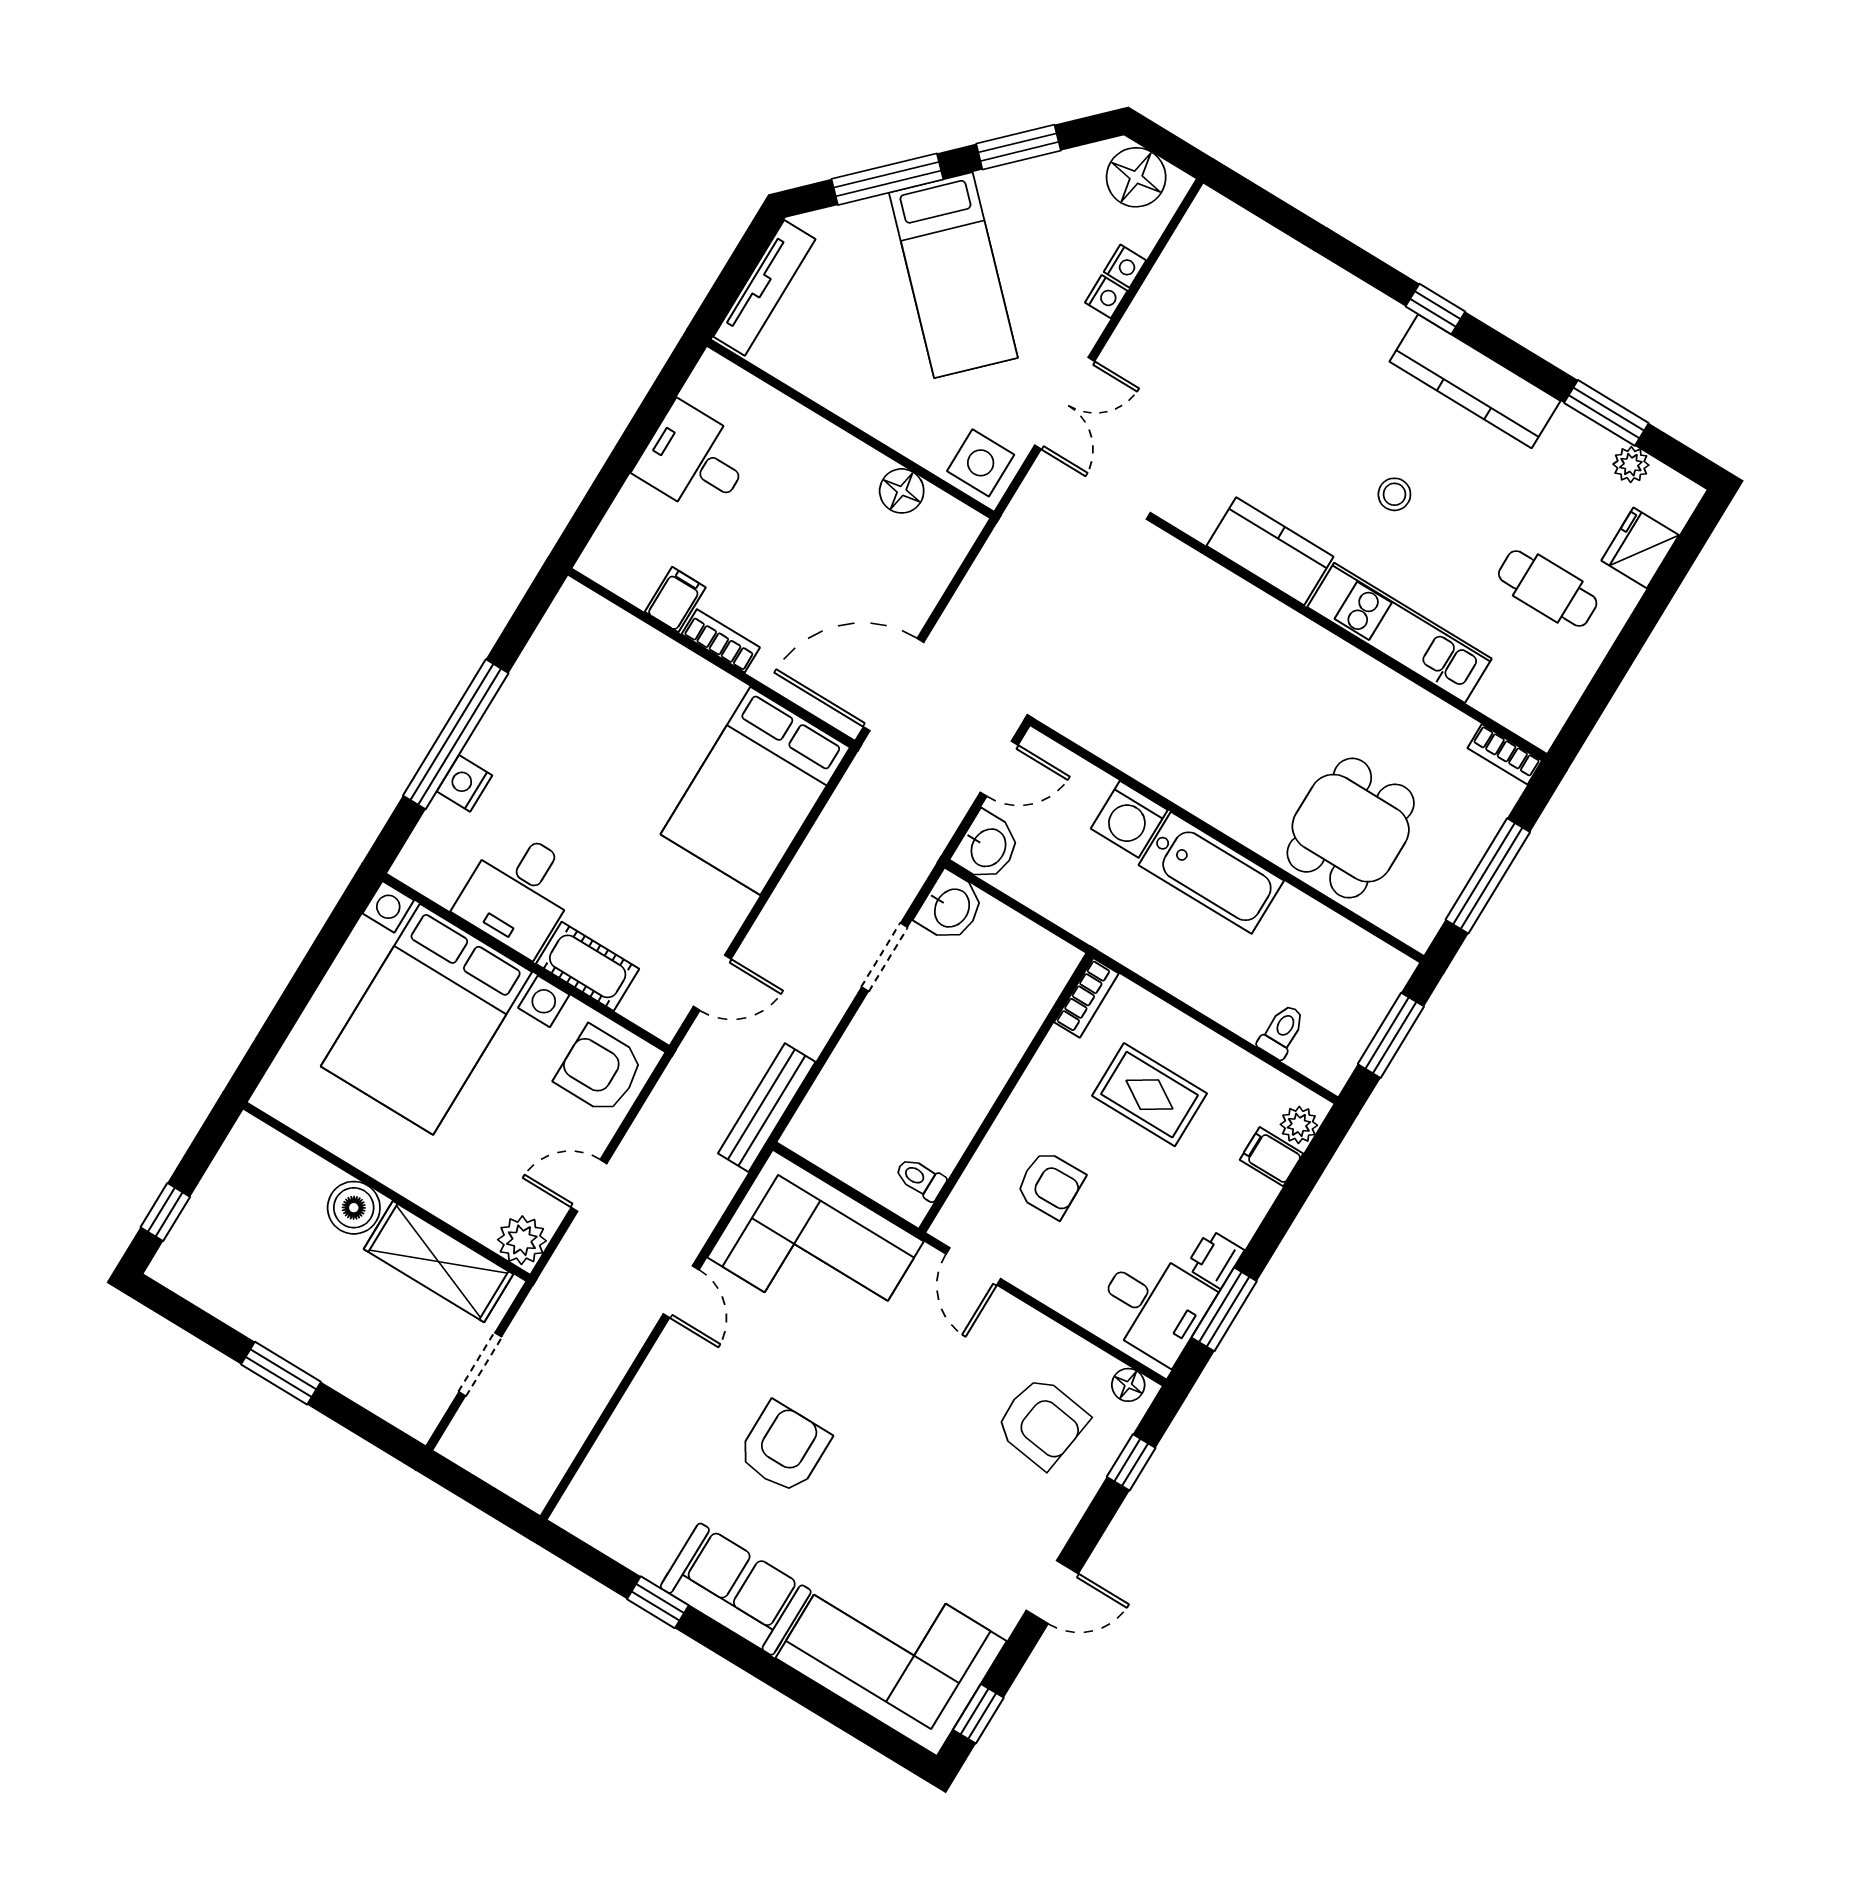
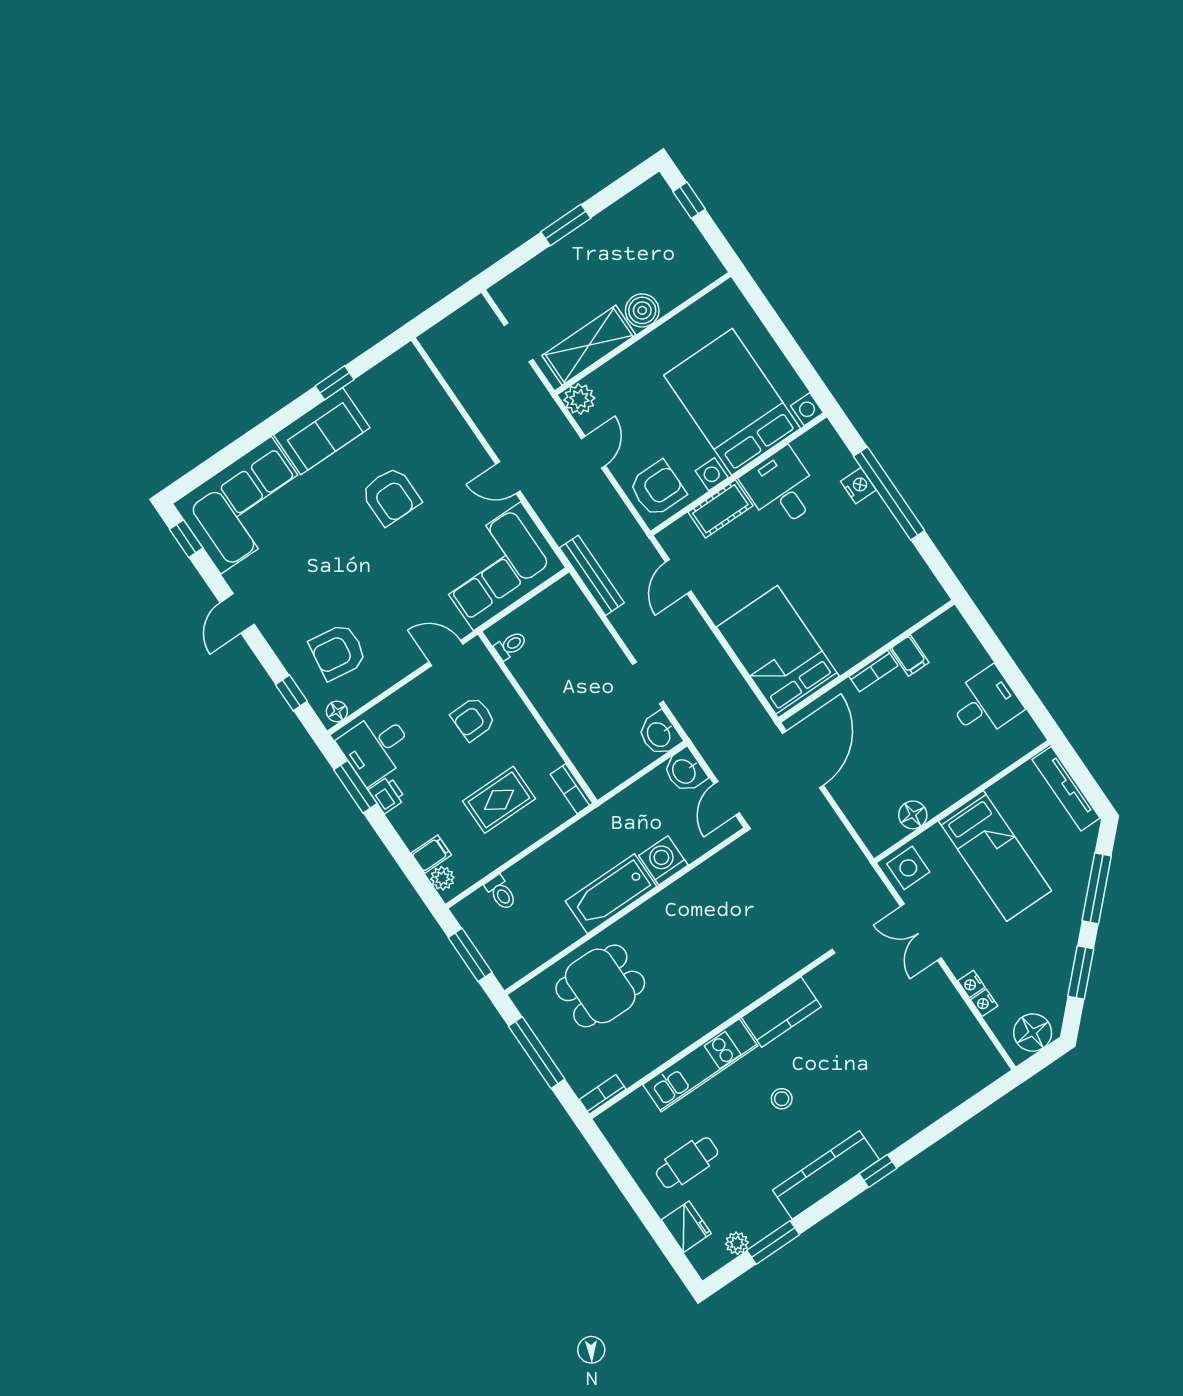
bed: (953, 275) -> (995, 856), moved, turned -135
dining table: (1351, 828) -> (600, 986), turned 90

